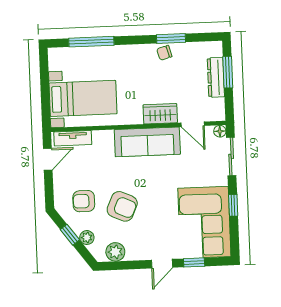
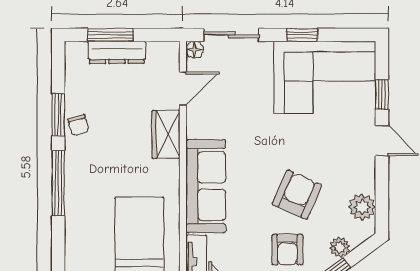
window: (91, 42) -> (58, 183), moved
sofa: (147, 142) -> (206, 186), moved

